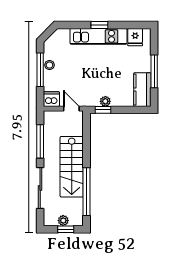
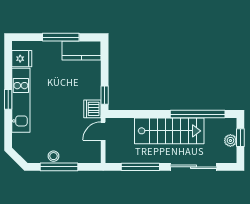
dishwasher: (51, 99) -> (92, 109), moved
plant: (105, 101) -> (95, 93), removed

